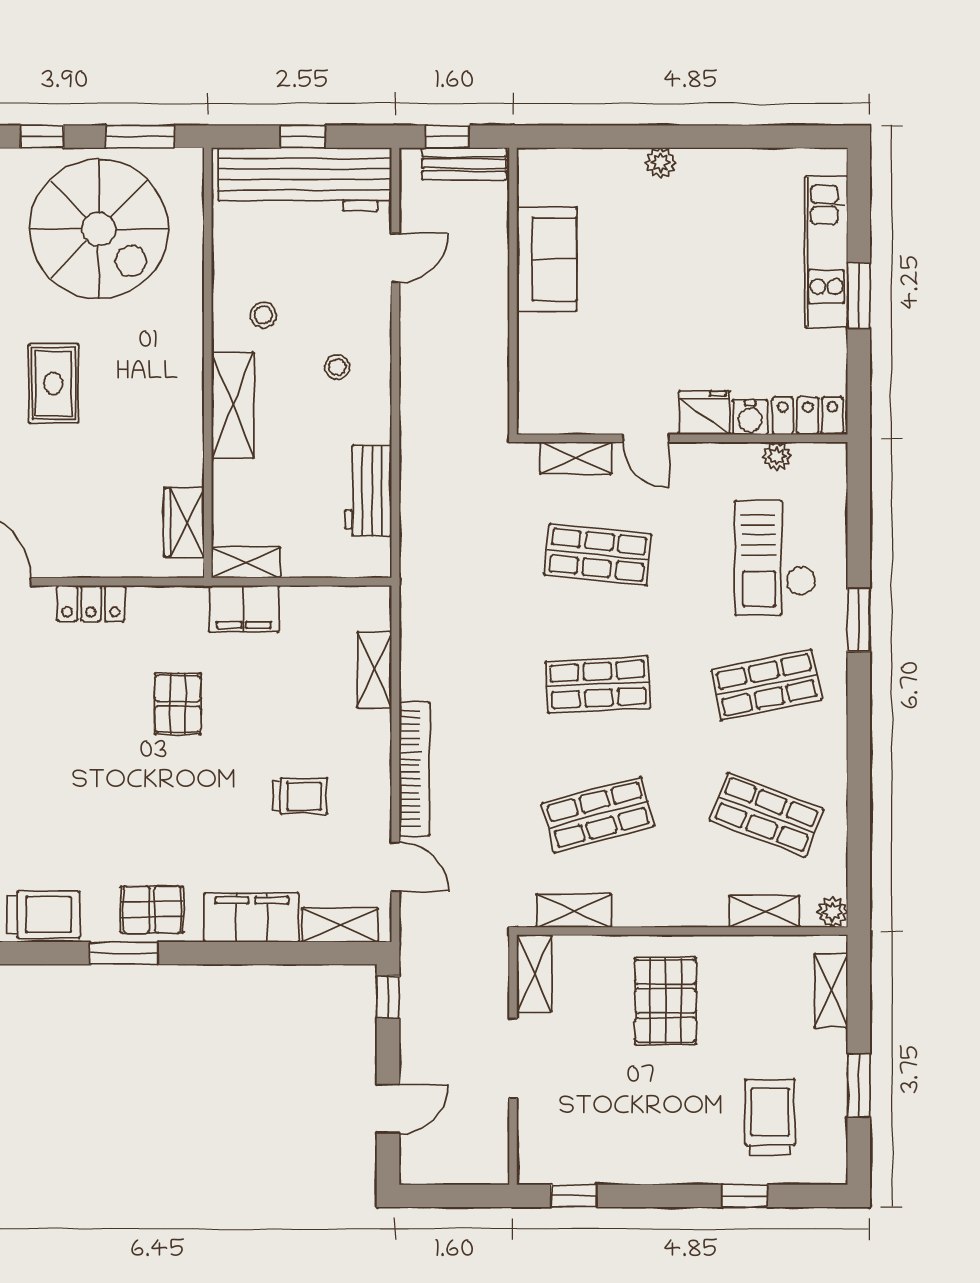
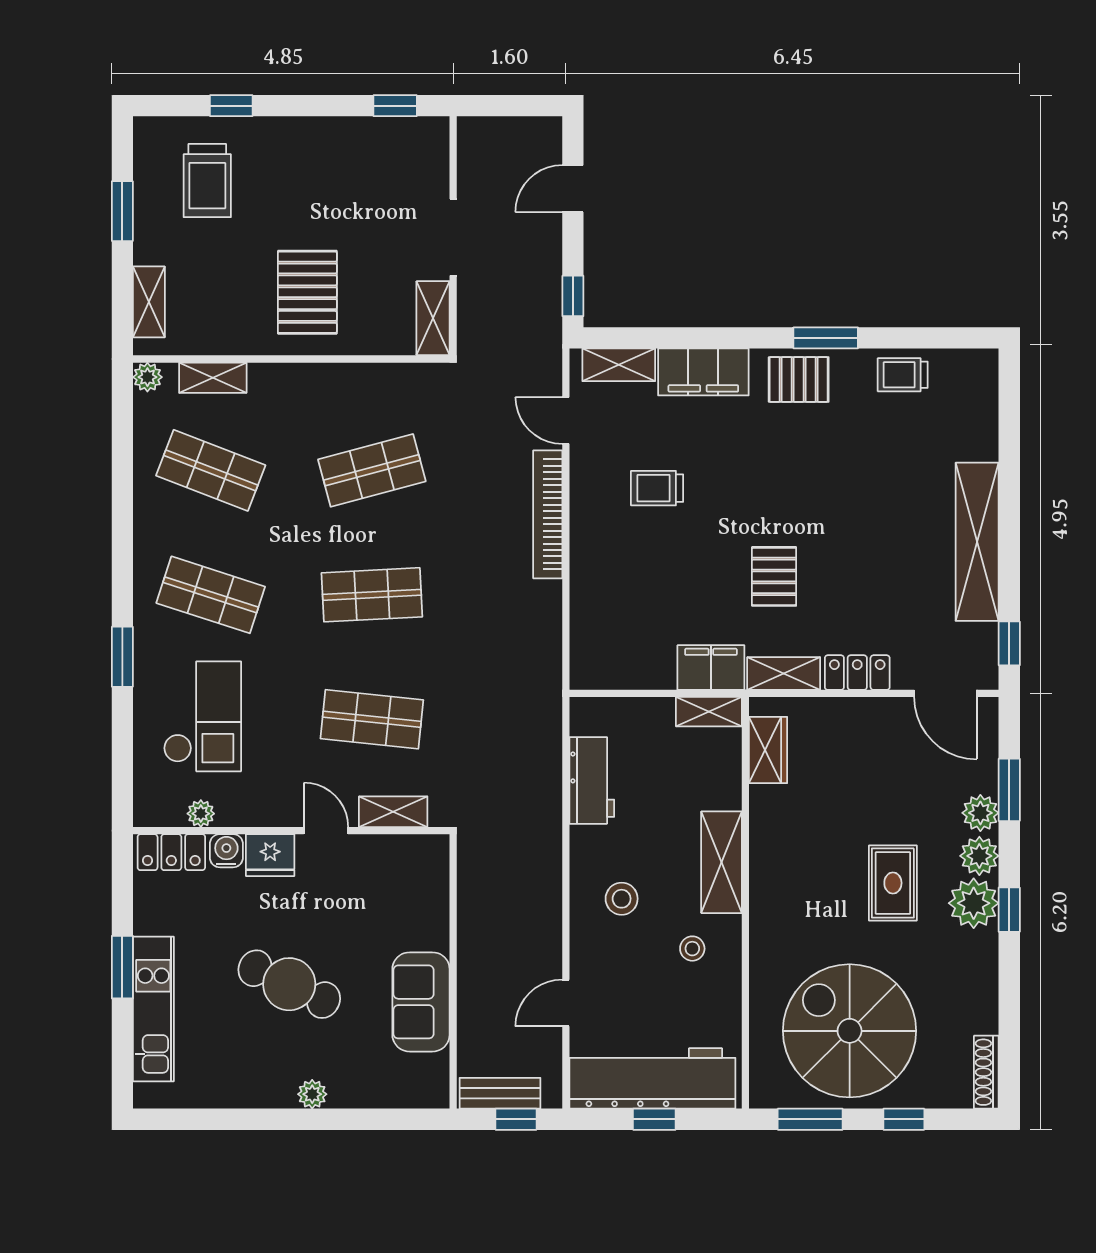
cafe table: (684, 278) -> (289, 984), added
stool: (337, 367) -> (622, 899), width x1.37, depth x1.37
shelving: (375, 670) -> (784, 673), moved, turned 90
shop shelf: (766, 685) -> (211, 595), turned 30
shelving: (574, 911) -> (395, 379), removed
trolley: (43, 915) -> (903, 375), width x0.73, depth x0.72

